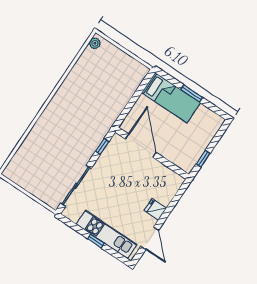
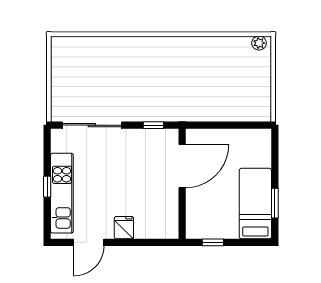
window: (192, 93) -> (275, 203), moved
bed: (171, 98) -> (255, 204), moved, turned 180

